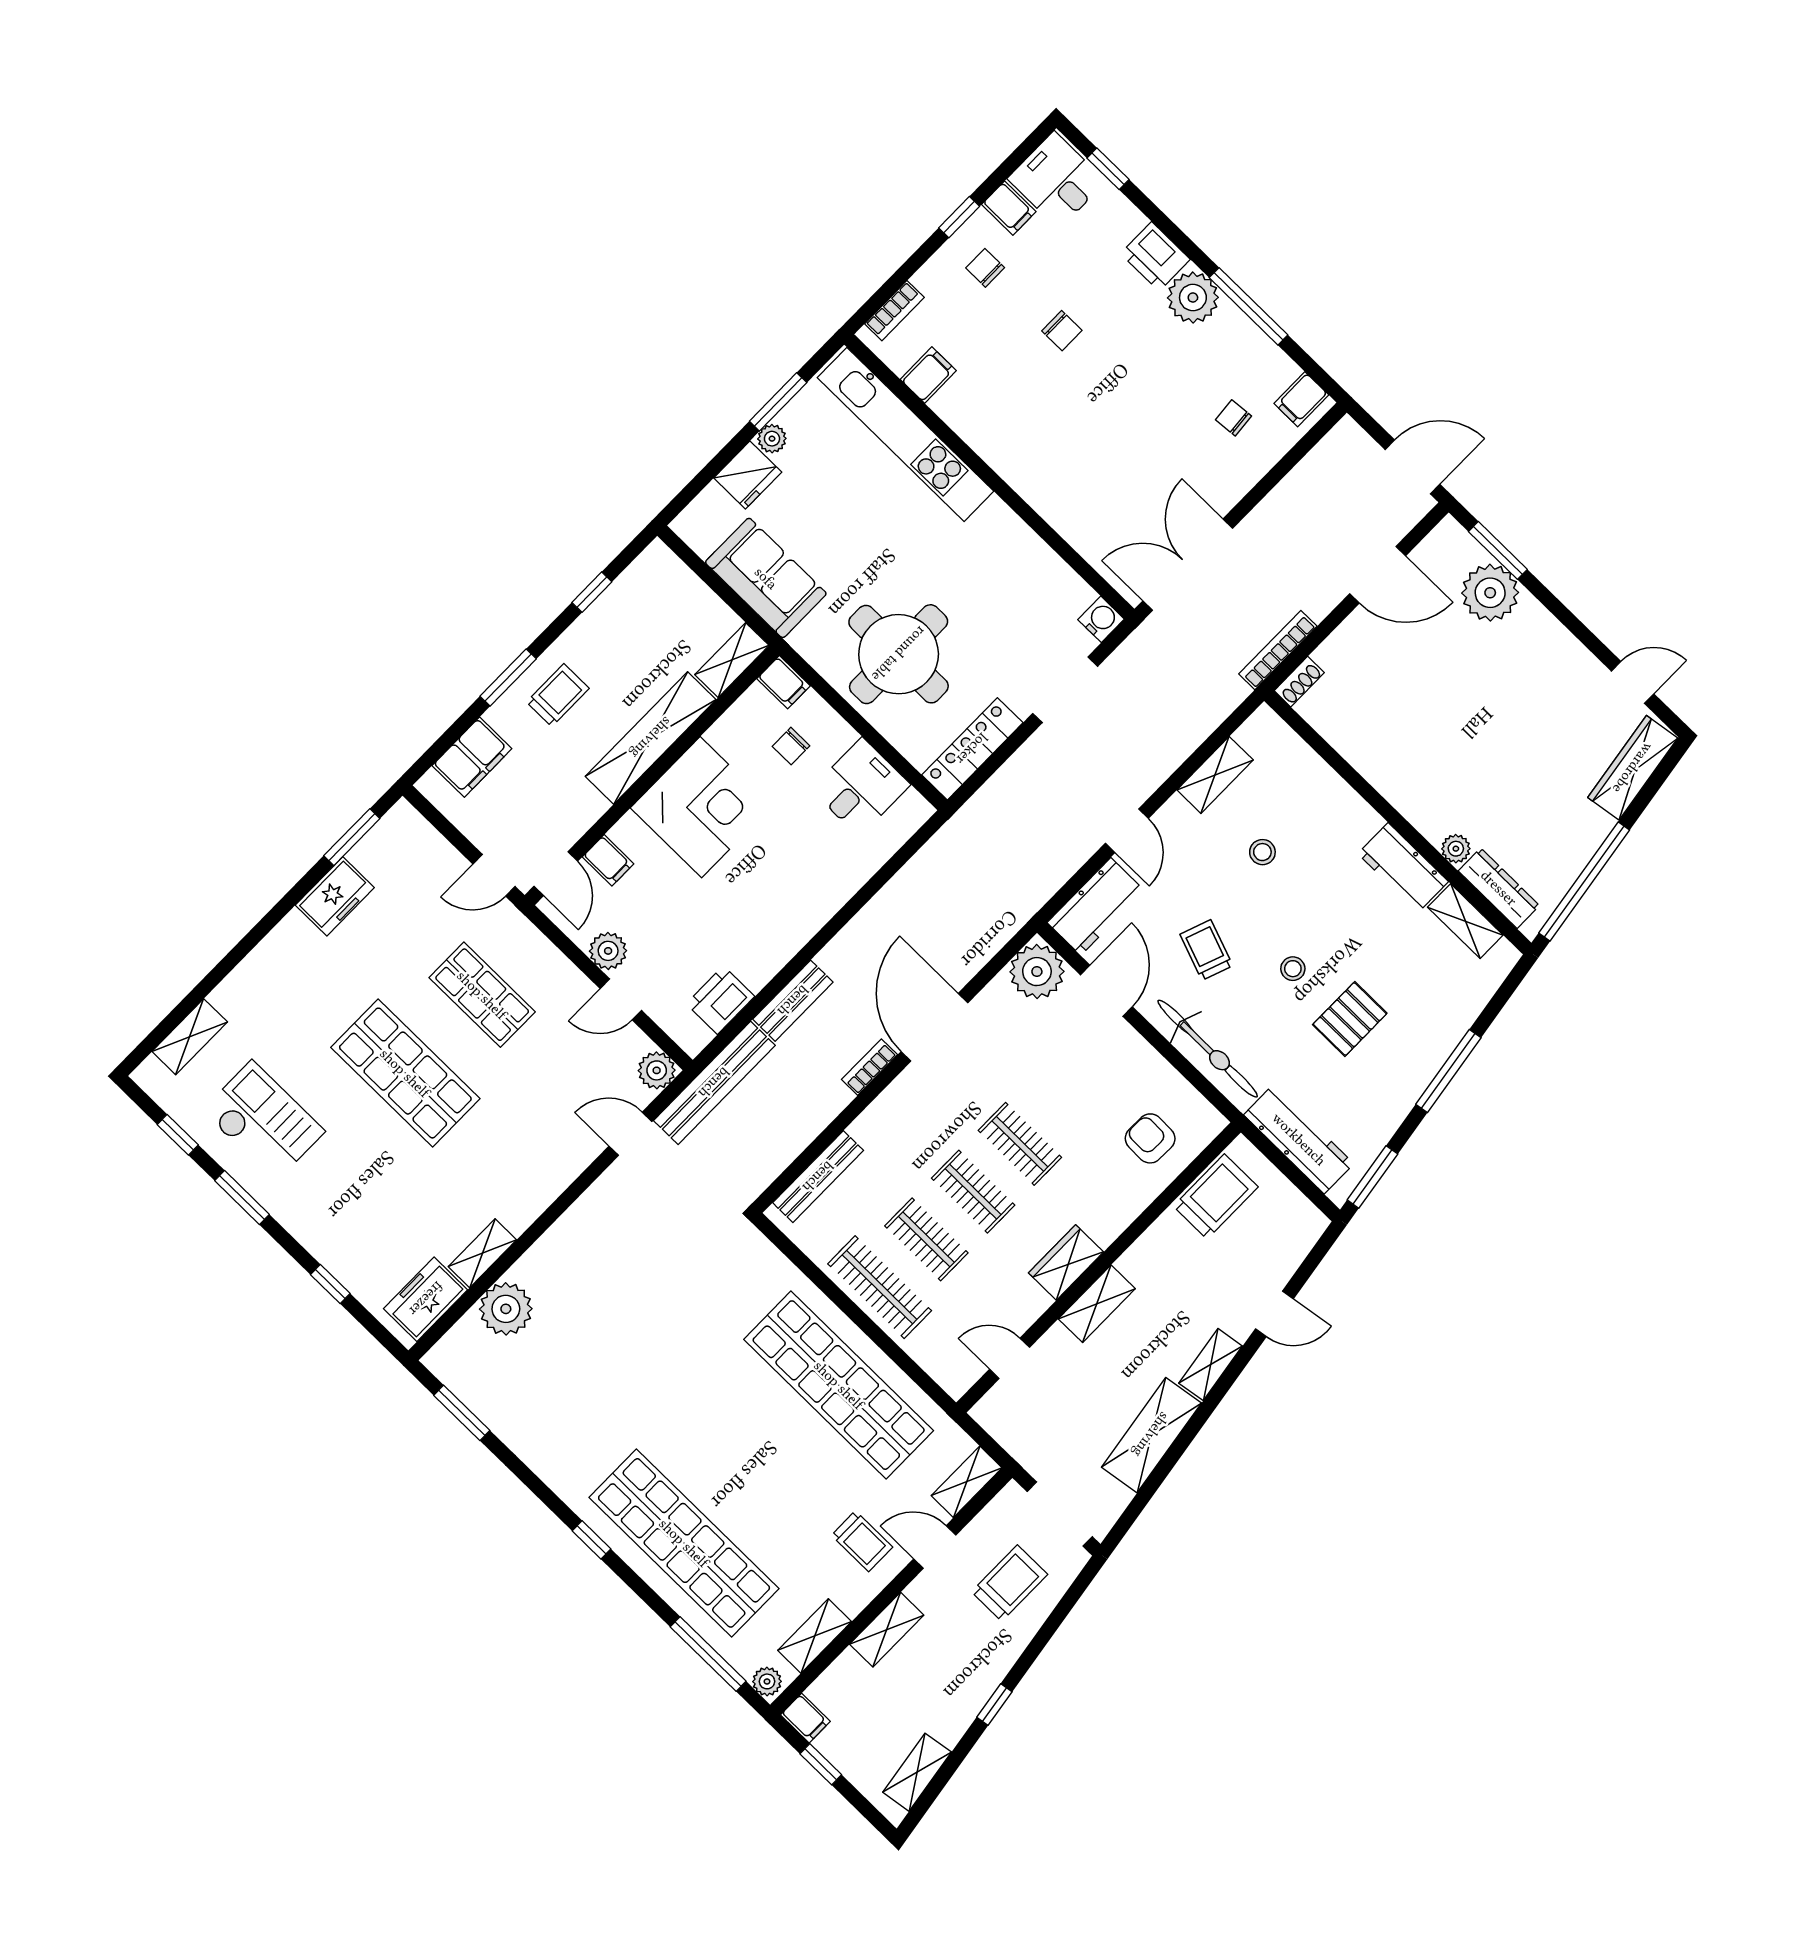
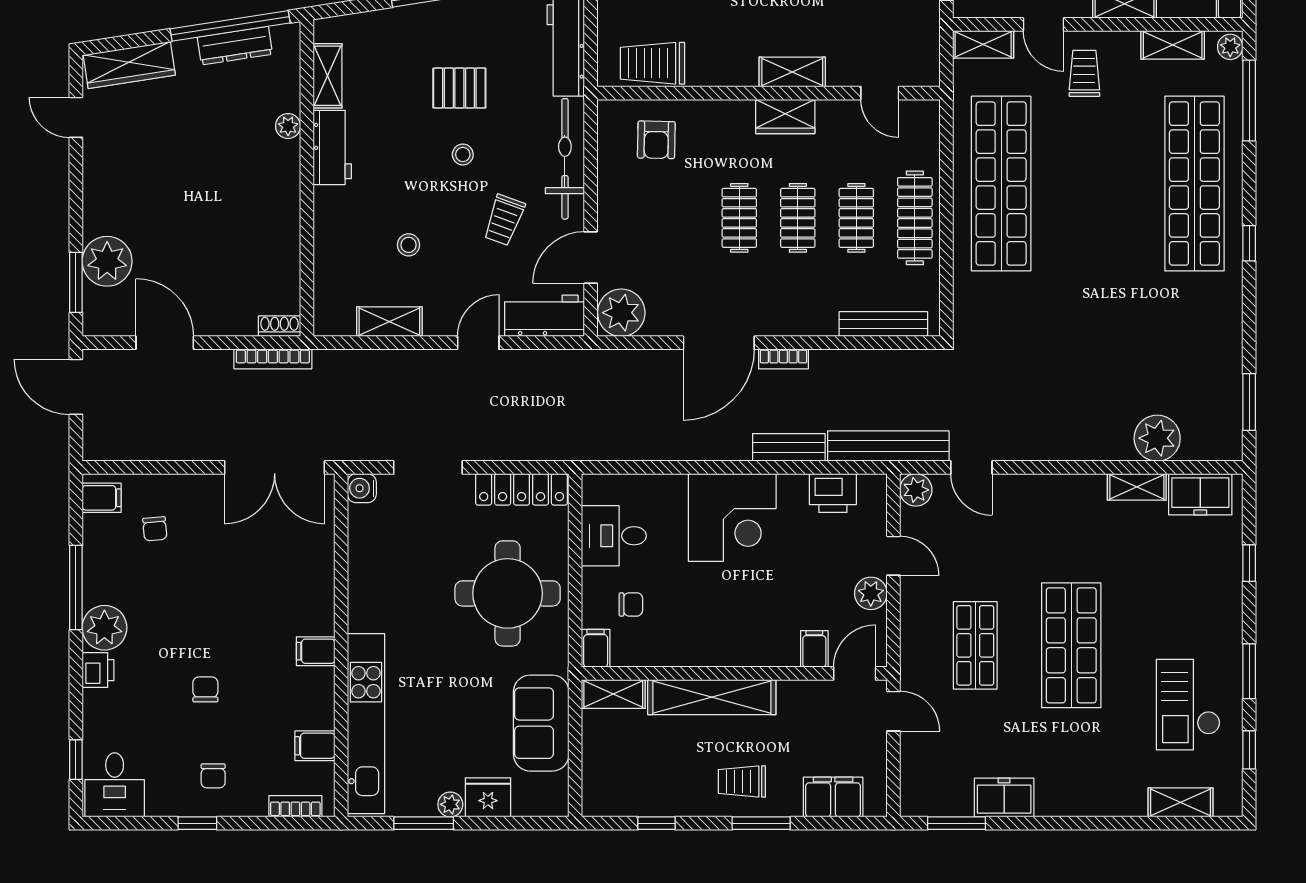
filing cabinet: (1009, 208) -> (316, 651), moved, turned -90
printer: (1155, 256) -> (98, 670), width x0.73, depth x0.81
corner desk: (701, 807) -> (732, 517), moved, turned 180
dresser: (1499, 888) -> (235, 46), moved, turned -99

